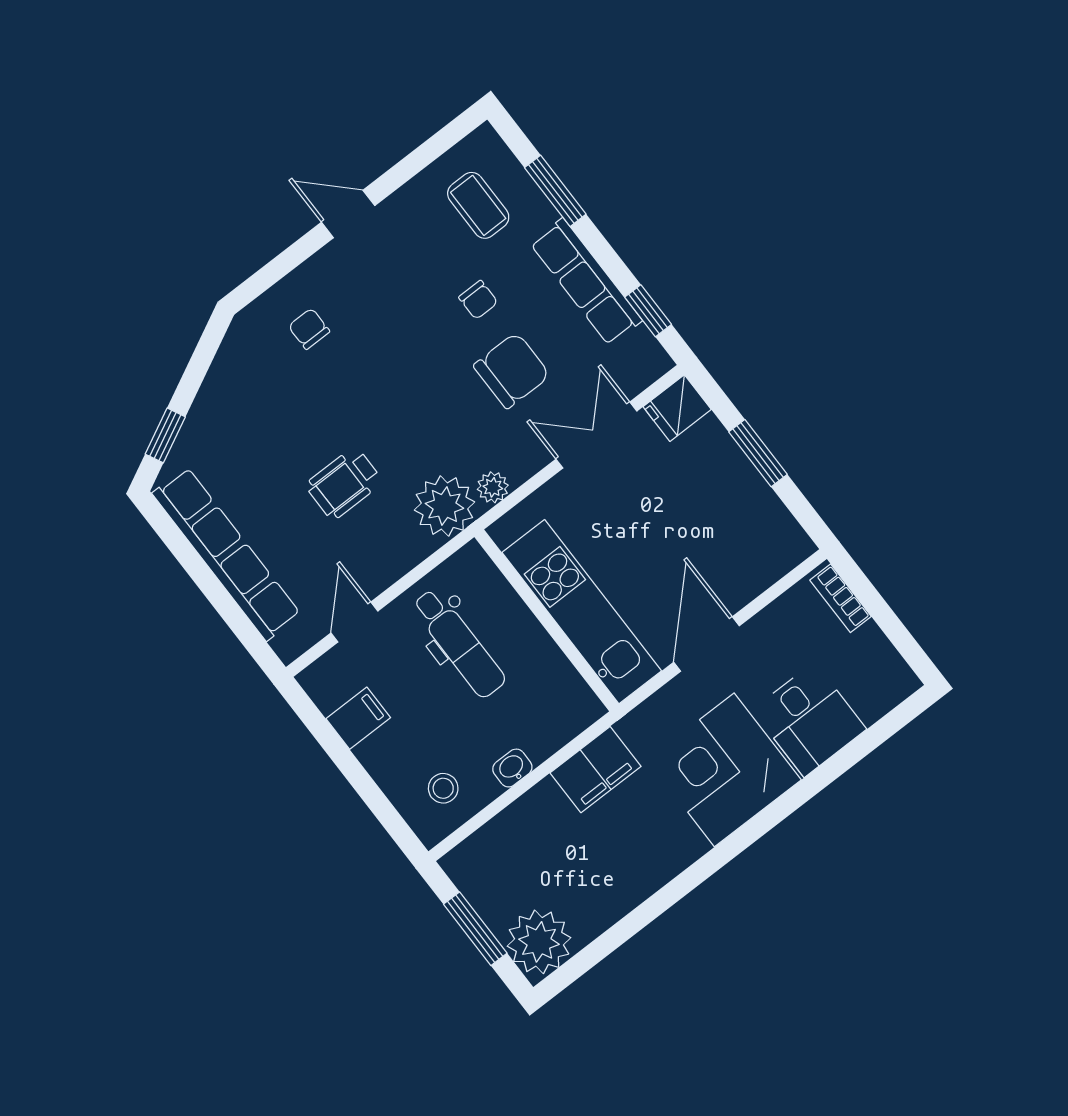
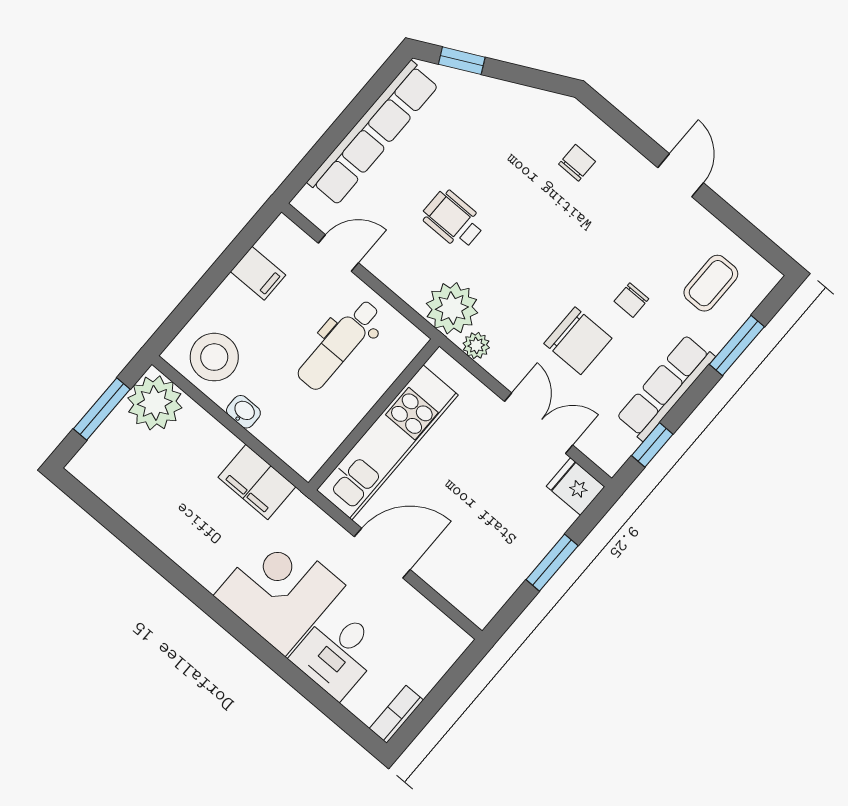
bookcase: (841, 598) -> (396, 714), moved
stool: (443, 788) -> (214, 357), width x1.89, depth x1.89
plant: (539, 942) -> (155, 403), moved

